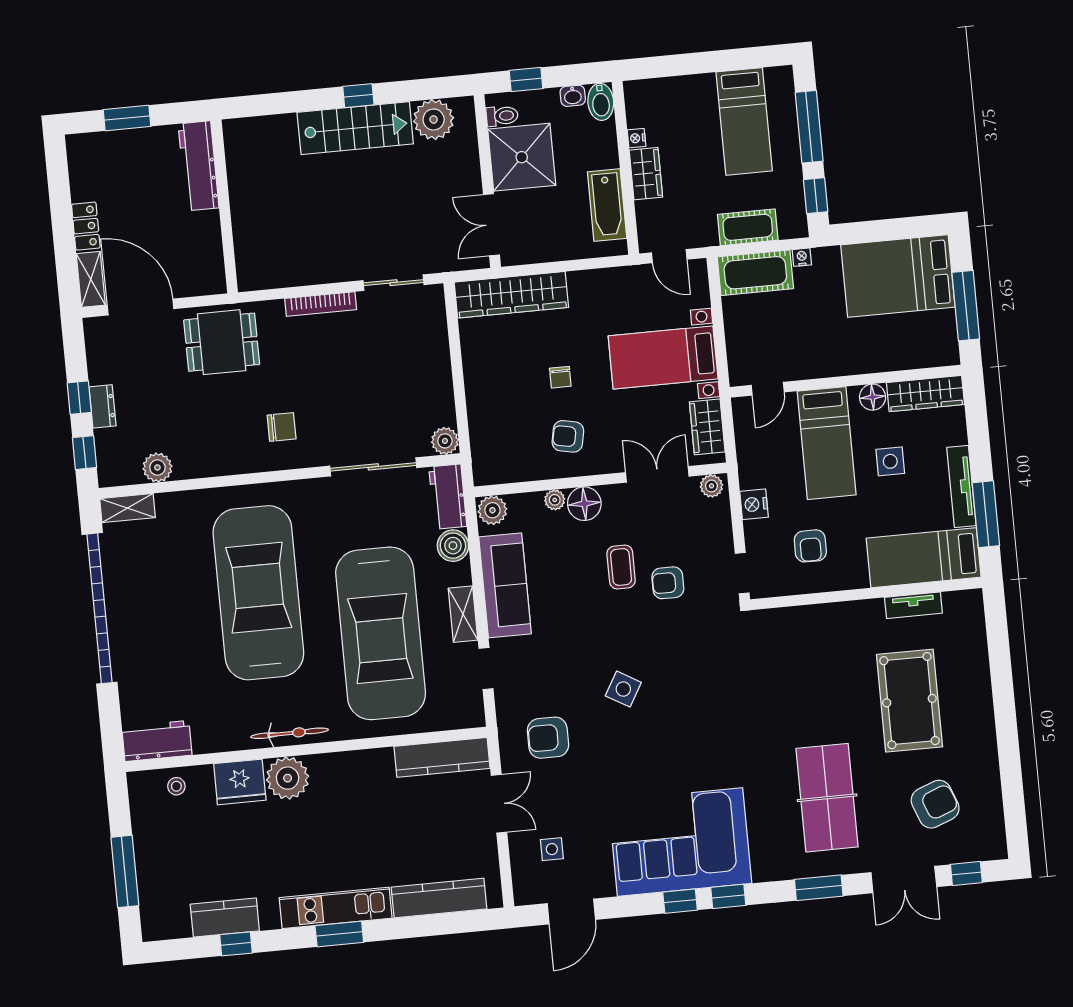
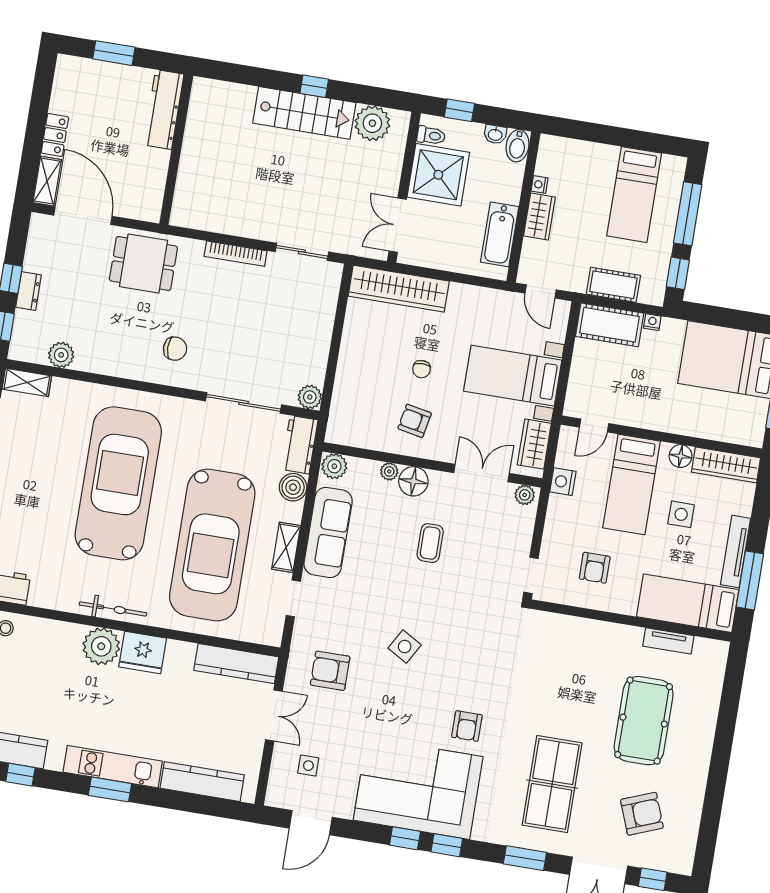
nightstand: (754, 504) -> (563, 482), moved
armchair: (668, 583) -> (467, 726), moved, turned -90
fridge: (240, 782) -> (143, 653), moved

